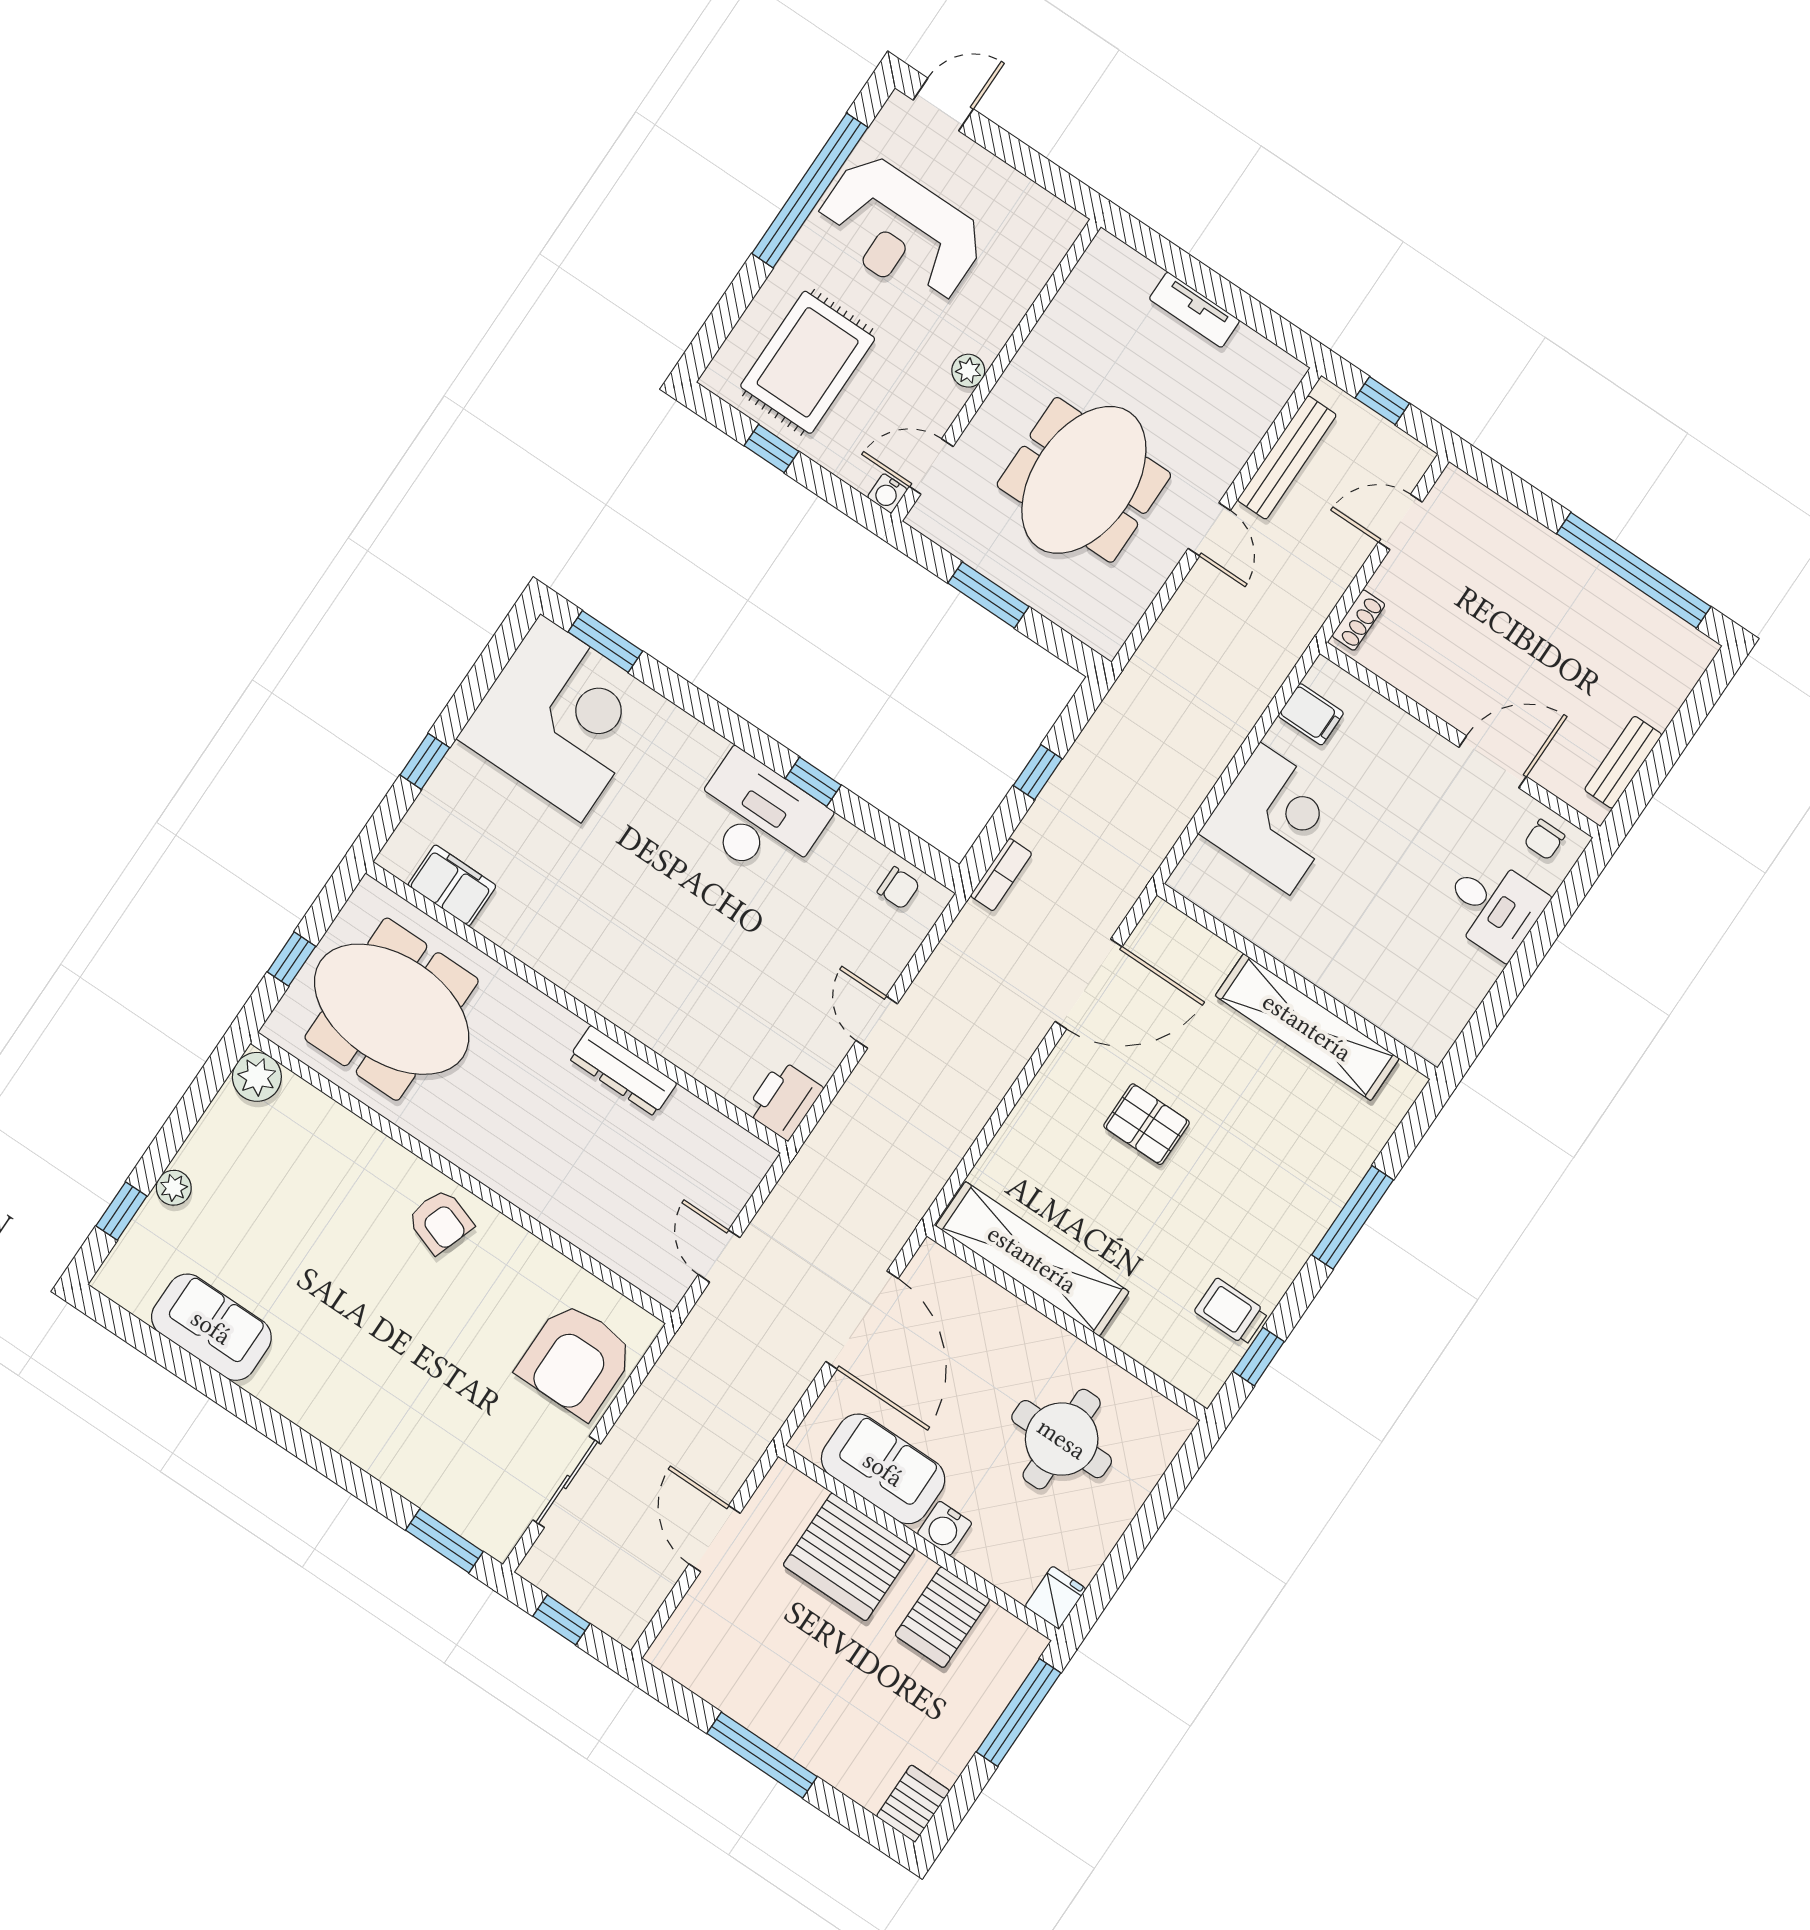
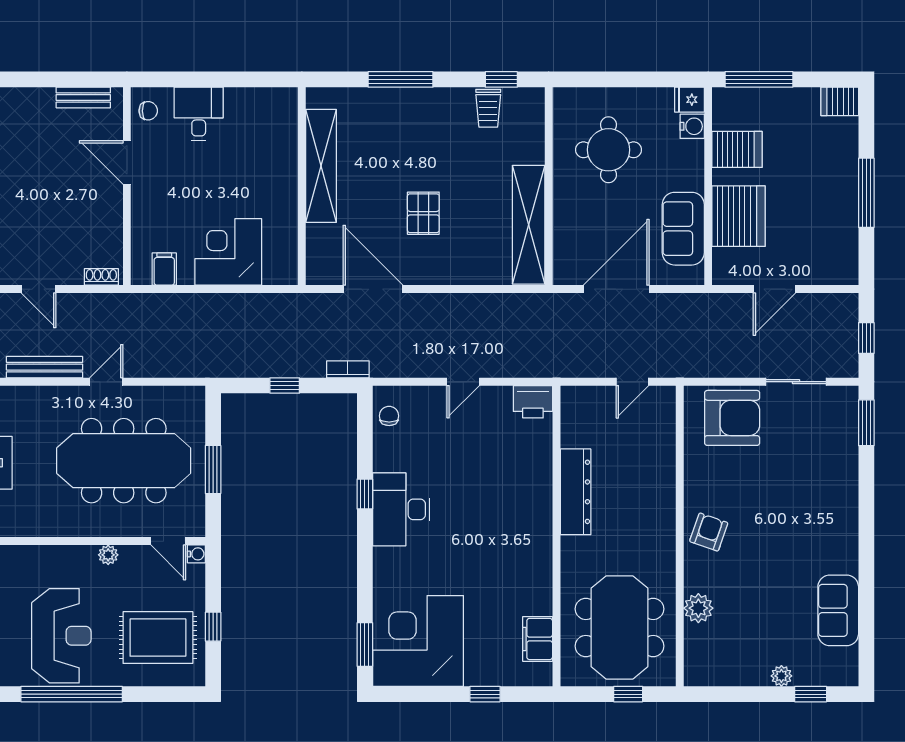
meeting table: (1084, 480) -> (124, 461), width x1.36
dresser: (623, 1071) -> (576, 492), width x1.37, depth x1.24
plant: (257, 1077) -> (698, 608), moved
water cooler: (945, 1528) -> (692, 126), moved

